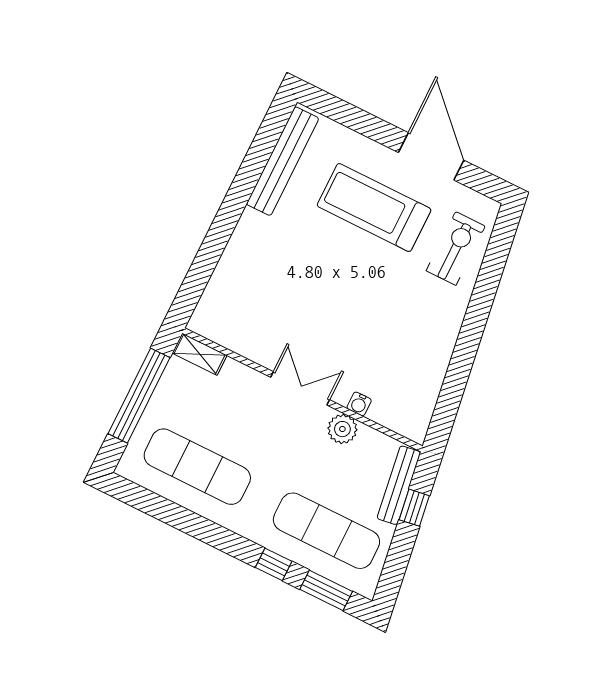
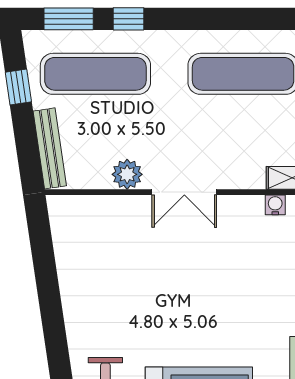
water cooler: (359, 404) -> (275, 205), moved
window: (414, 508) -> (18, 87), moved

